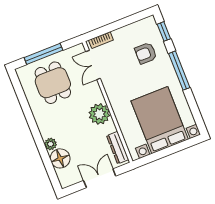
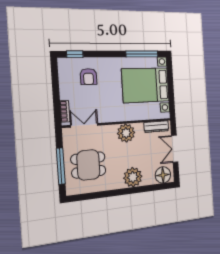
double door: (93, 65) -> (84, 125), swing flipped
window: (179, 71) -> (142, 54), moved
plant: (51, 144) -> (133, 177), width x1.88, depth x1.88
floor lamp: (60, 158) -> (163, 175), moved

